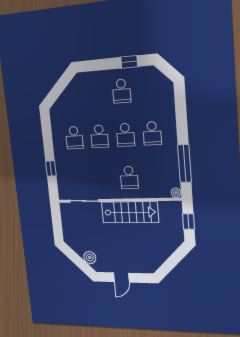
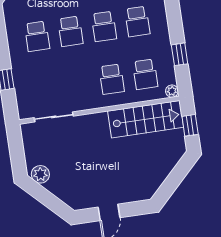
window: (185, 164) -> (180, 54), width x0.46
school desk: (156, 177) -> (145, 74), added
stairs: (130, 212) -> (146, 119), moved
plant: (90, 258) -> (40, 174), moved

